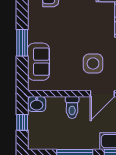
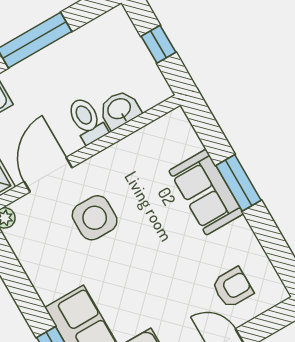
sofa: (38, 62) -> (206, 192), moved
washbasin: (37, 104) -> (120, 109), moved

